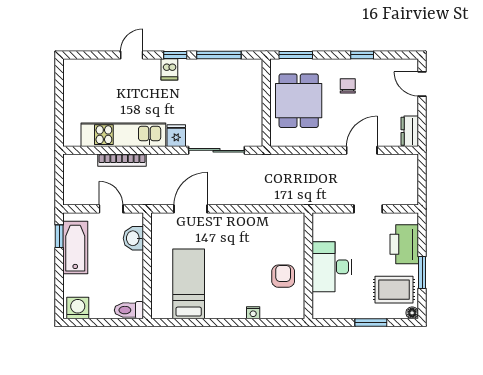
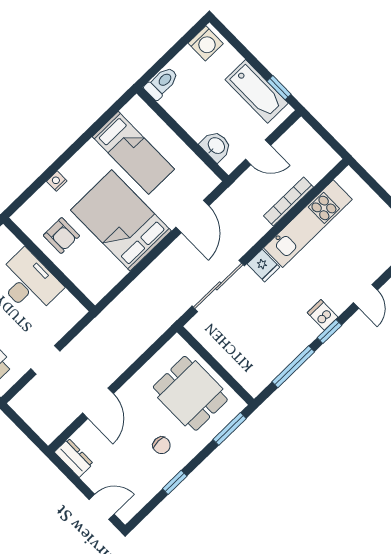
bed: (237, 250) -> (121, 220), added

